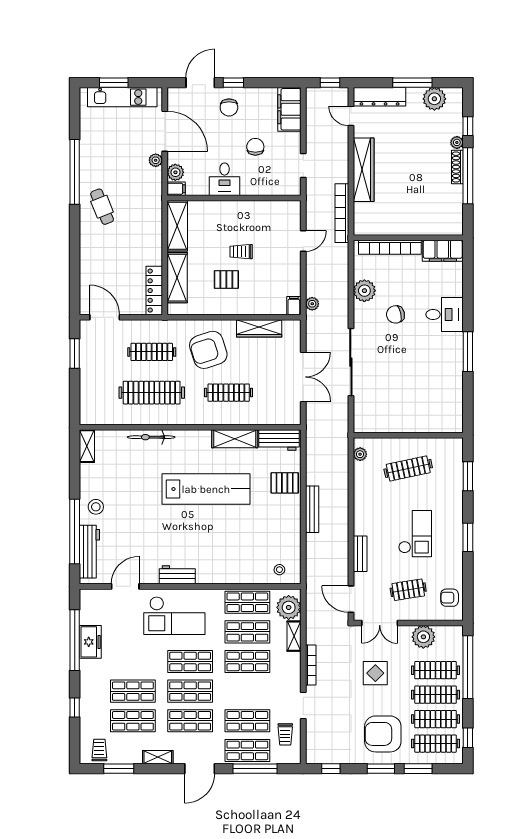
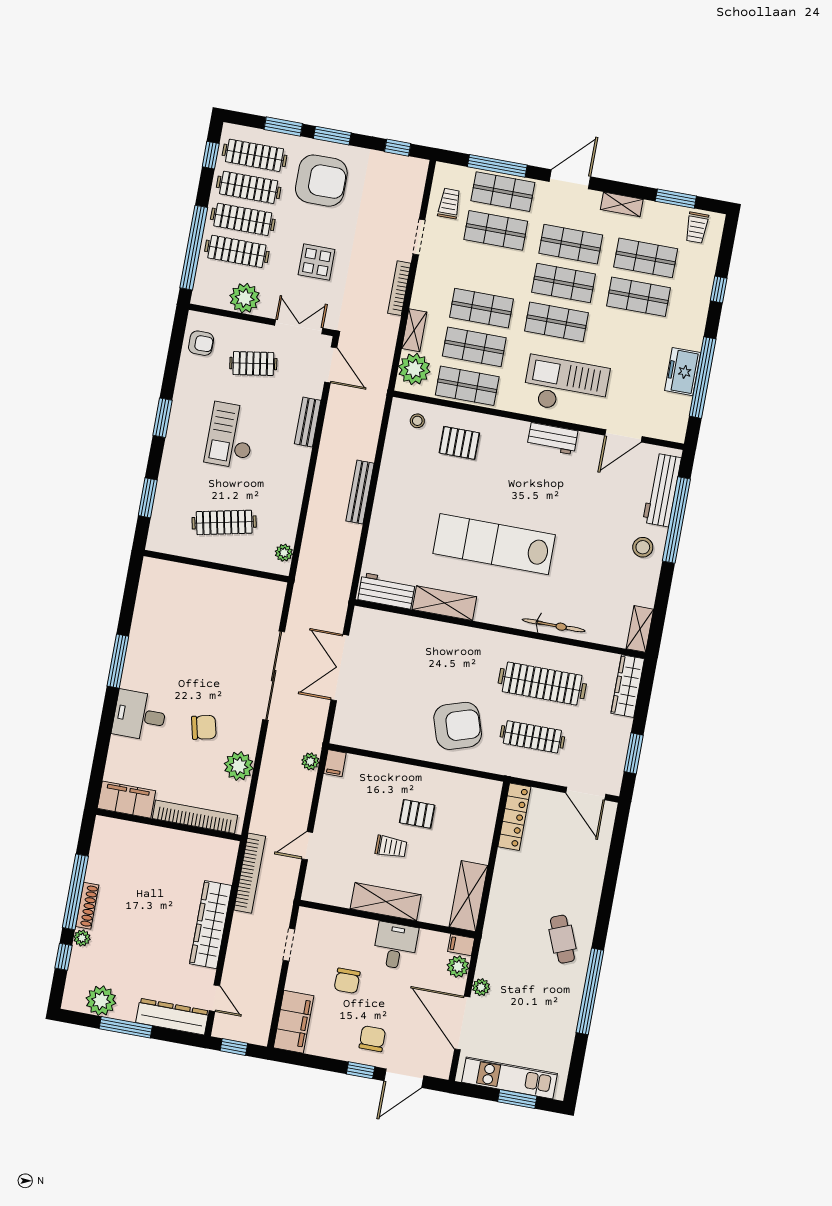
shelving: (177, 278) -> (386, 902), moved, turned 90
wardrobe: (259, 328) -> (628, 686), moved, turned -90
clothes rail: (229, 393) -> (441, 665), removed
pallet: (285, 483) -> (459, 443), moved

